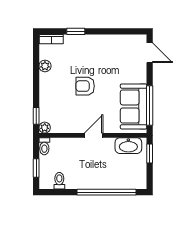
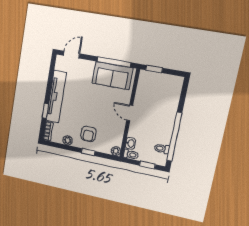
tv unit: (96, 42) -> (56, 97), added
armchair: (85, 86) -> (88, 134), moved
window: (36, 116) -> (88, 152), moved
washbasin: (128, 146) -> (130, 143), moved, width x0.52, depth x0.69
window: (106, 192) -> (174, 137), moved

